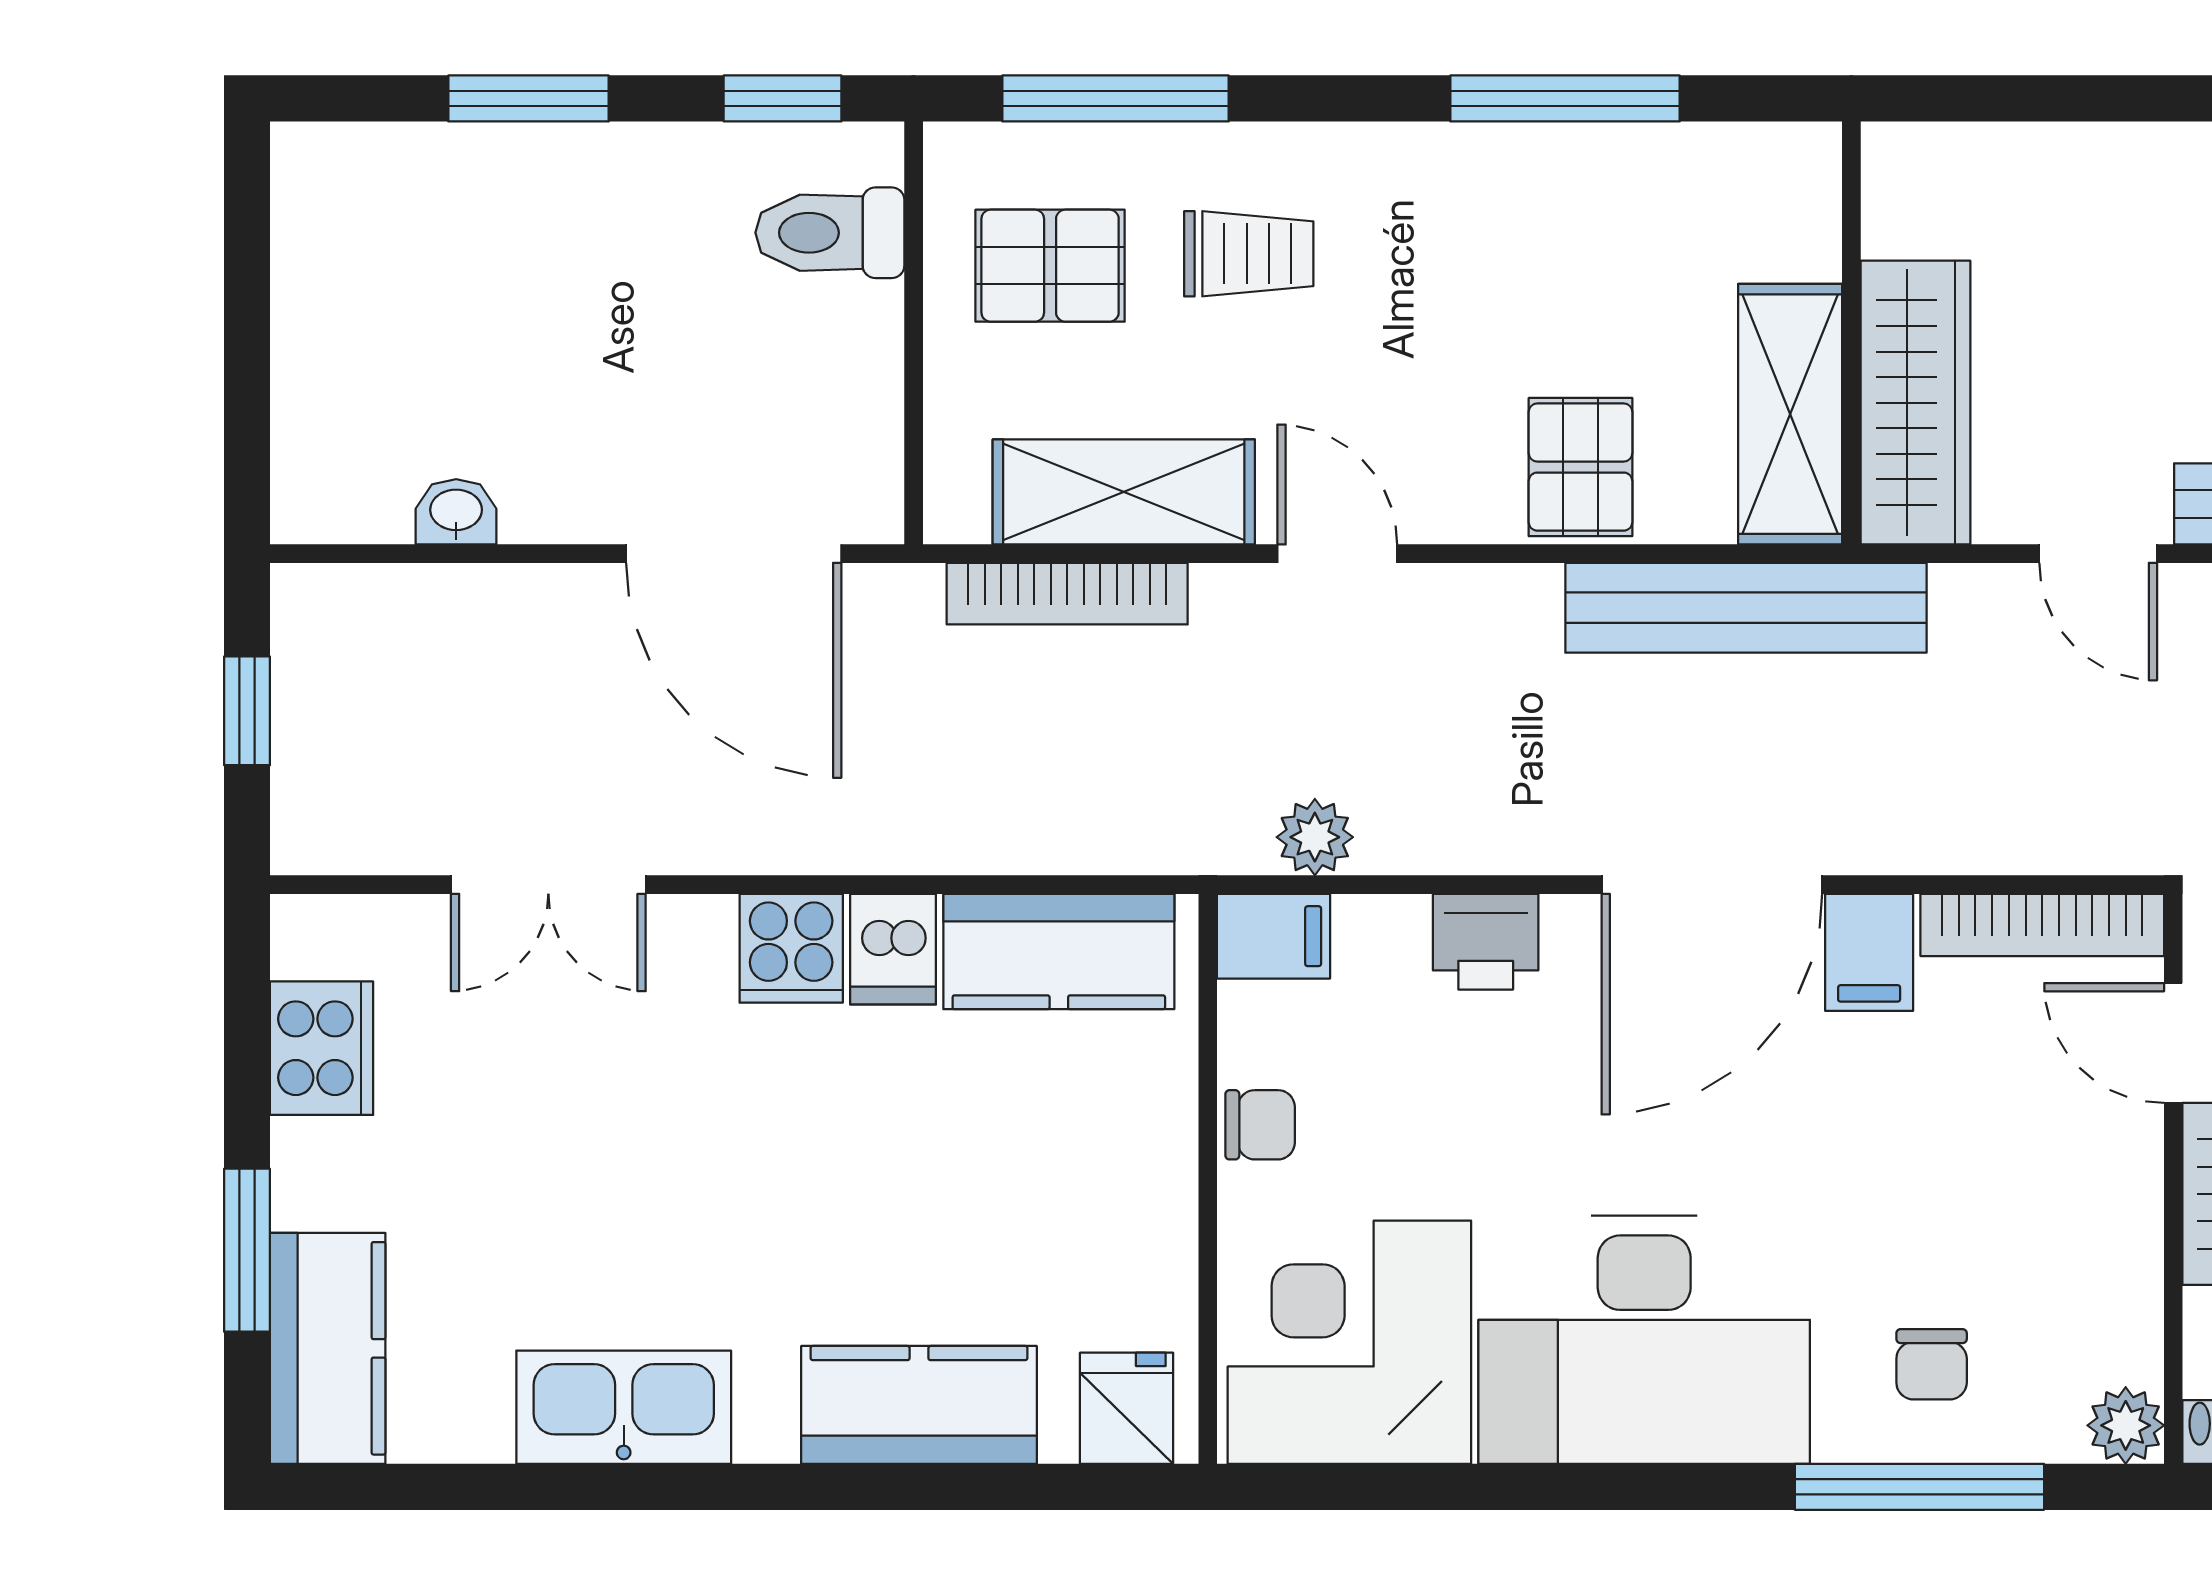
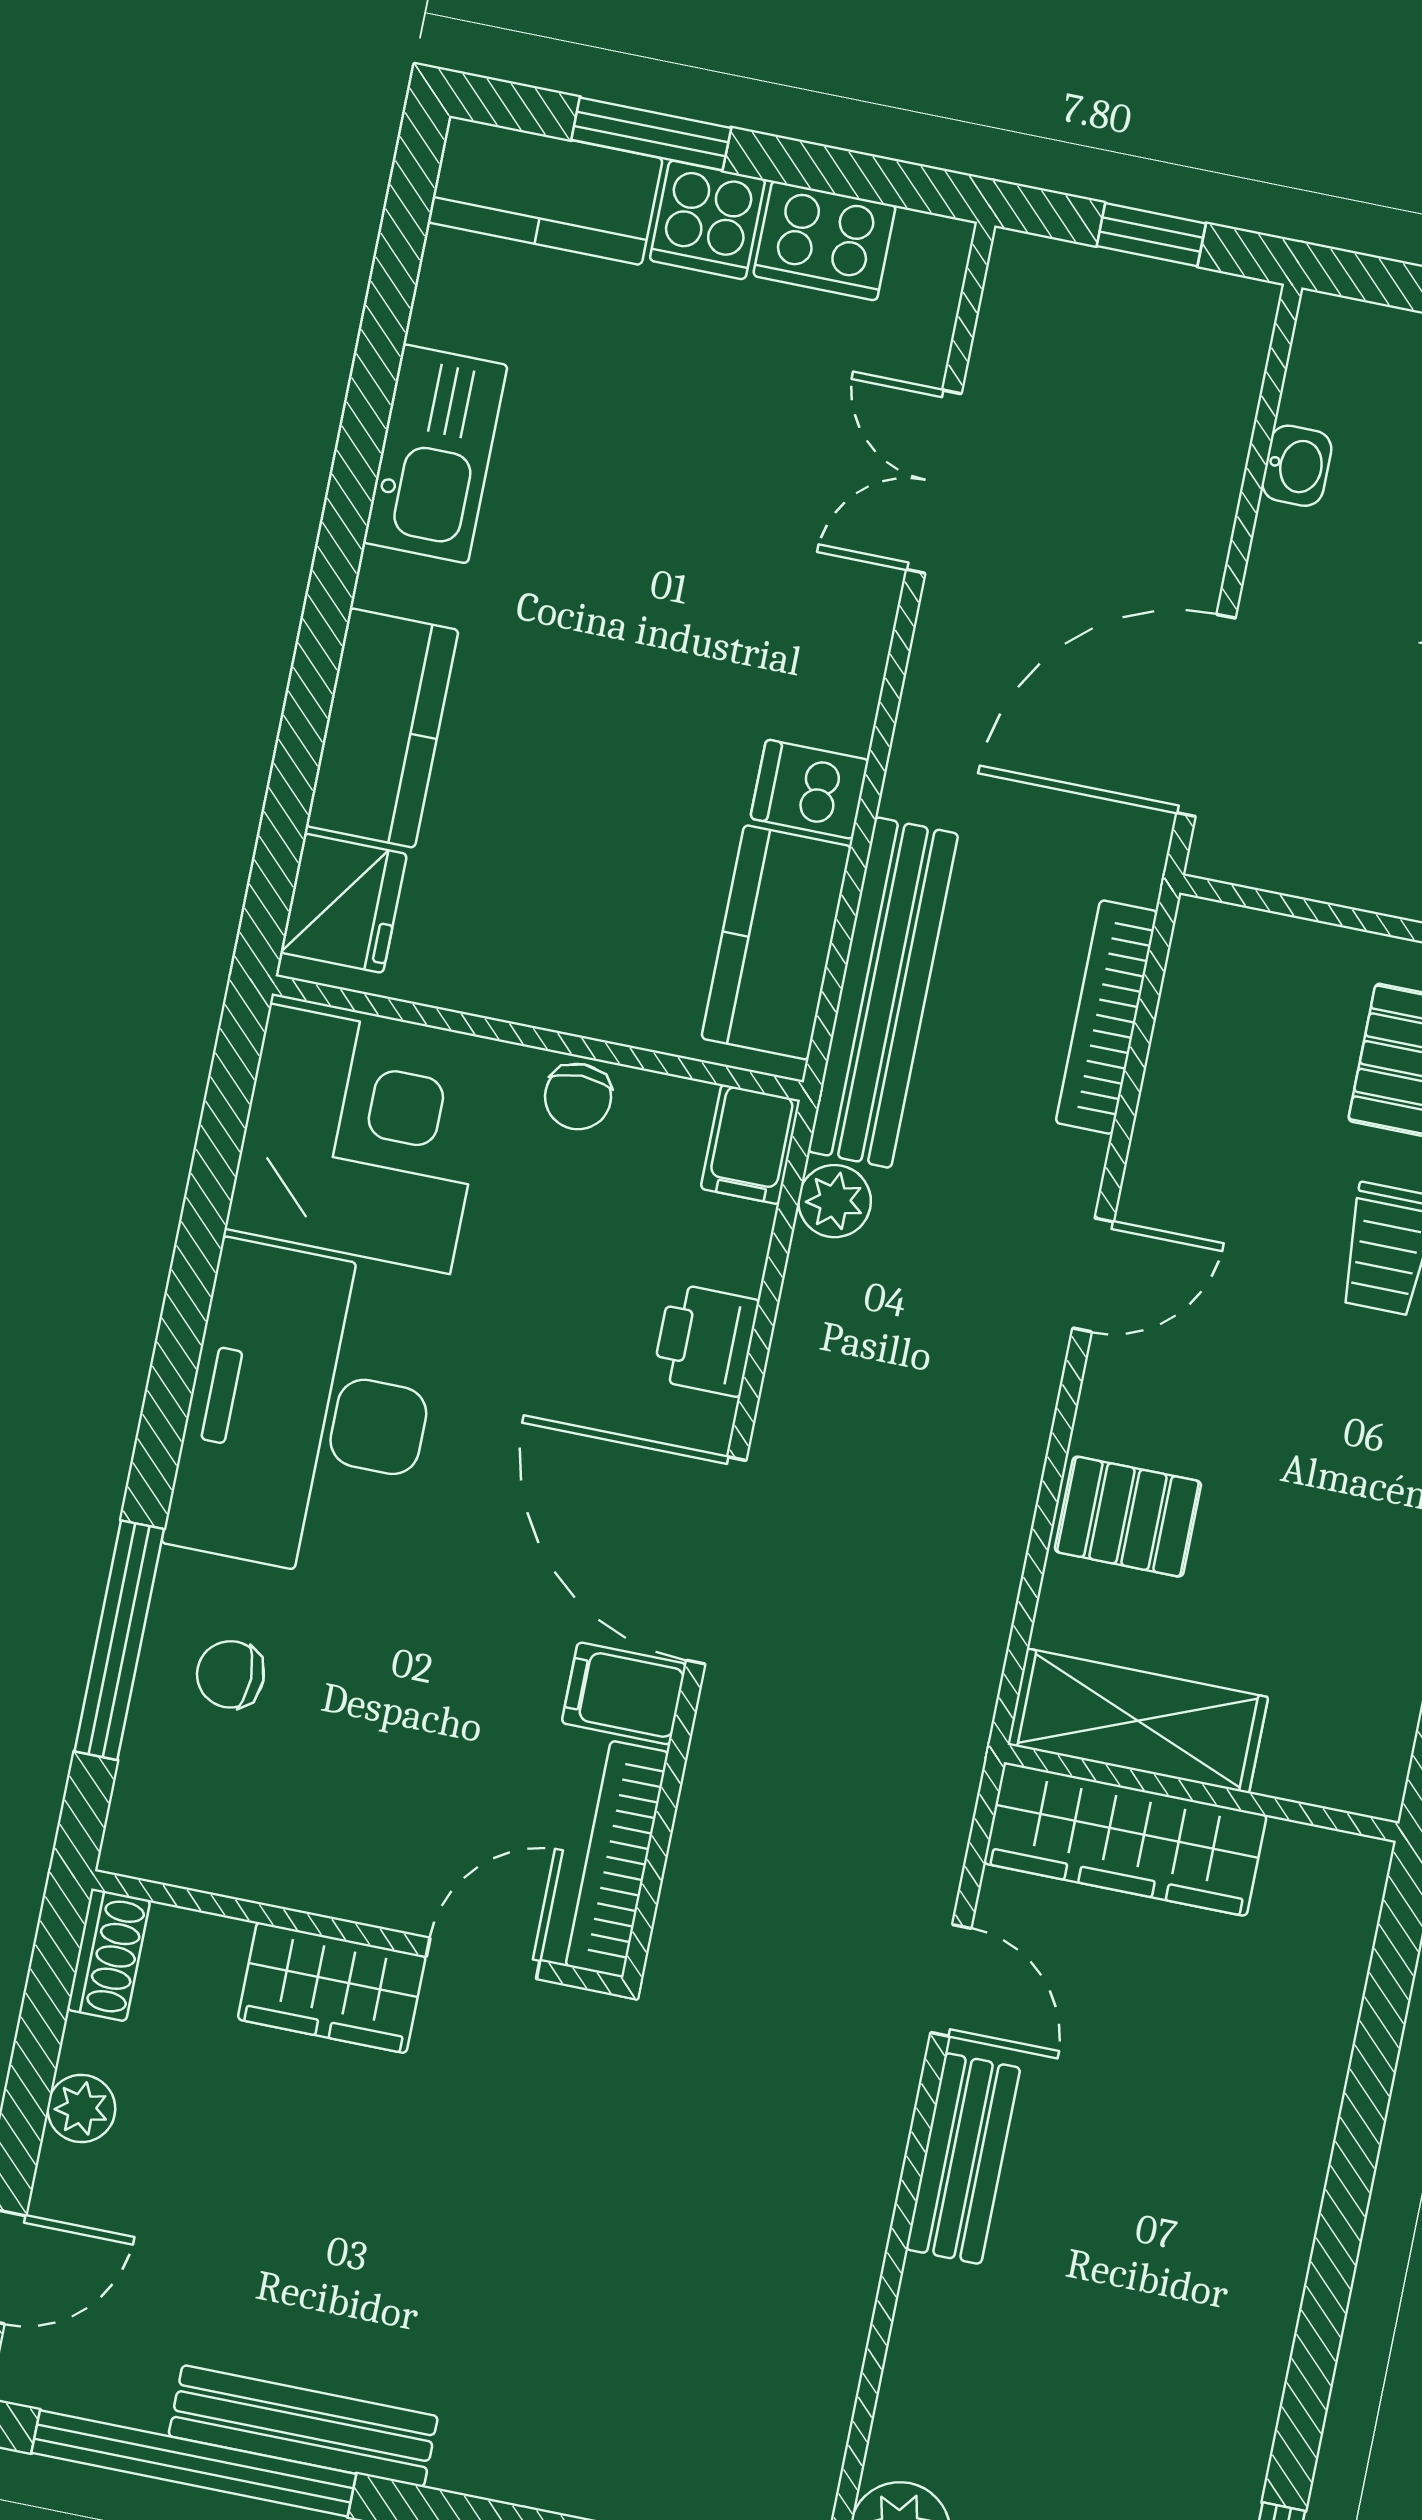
shelving: (1124, 492) -> (1190, 1089), removed
door: (2098, 554) -> (951, 1980), swing flipped
bench: (1746, 608) -> (883, 993), moved
cooker: (791, 948) -> (707, 220), moved, turned -90
fridge: (1127, 1408) -> (344, 903), width x1.38
plant: (2126, 1425) -> (137, 1843), removed

